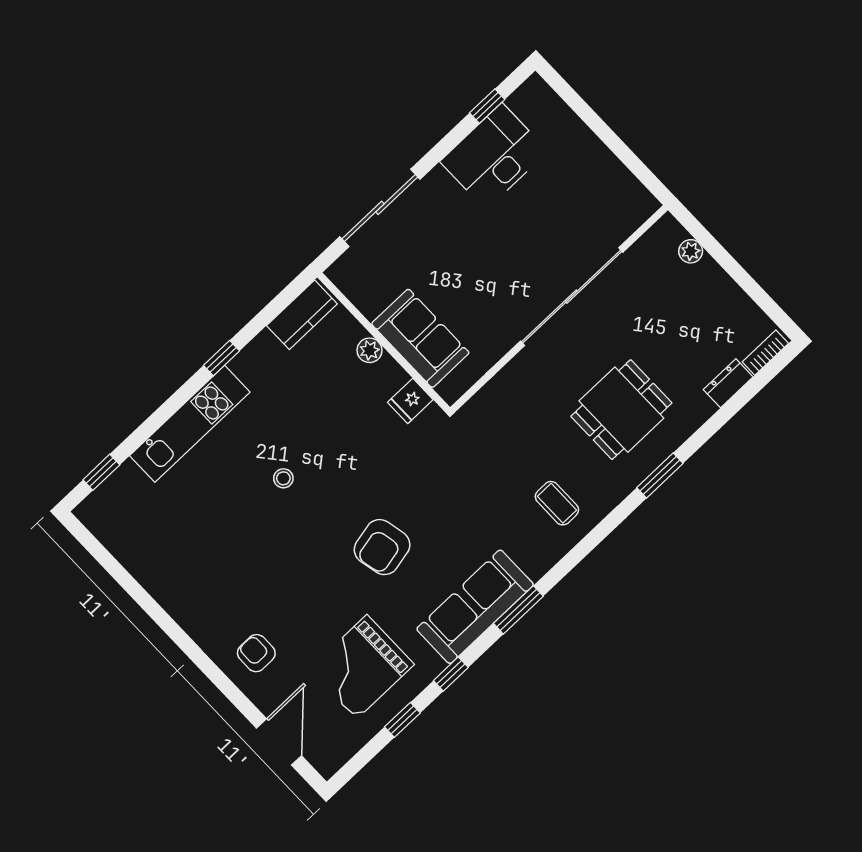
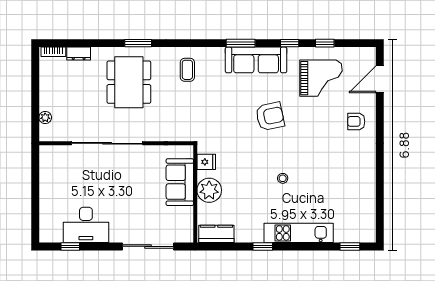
plant: (369, 350) -> (209, 190), width x1.87, depth x1.87
dining table: (621, 410) -> (129, 82), width x1.38
armchair: (256, 653) -> (356, 121), turned 90

